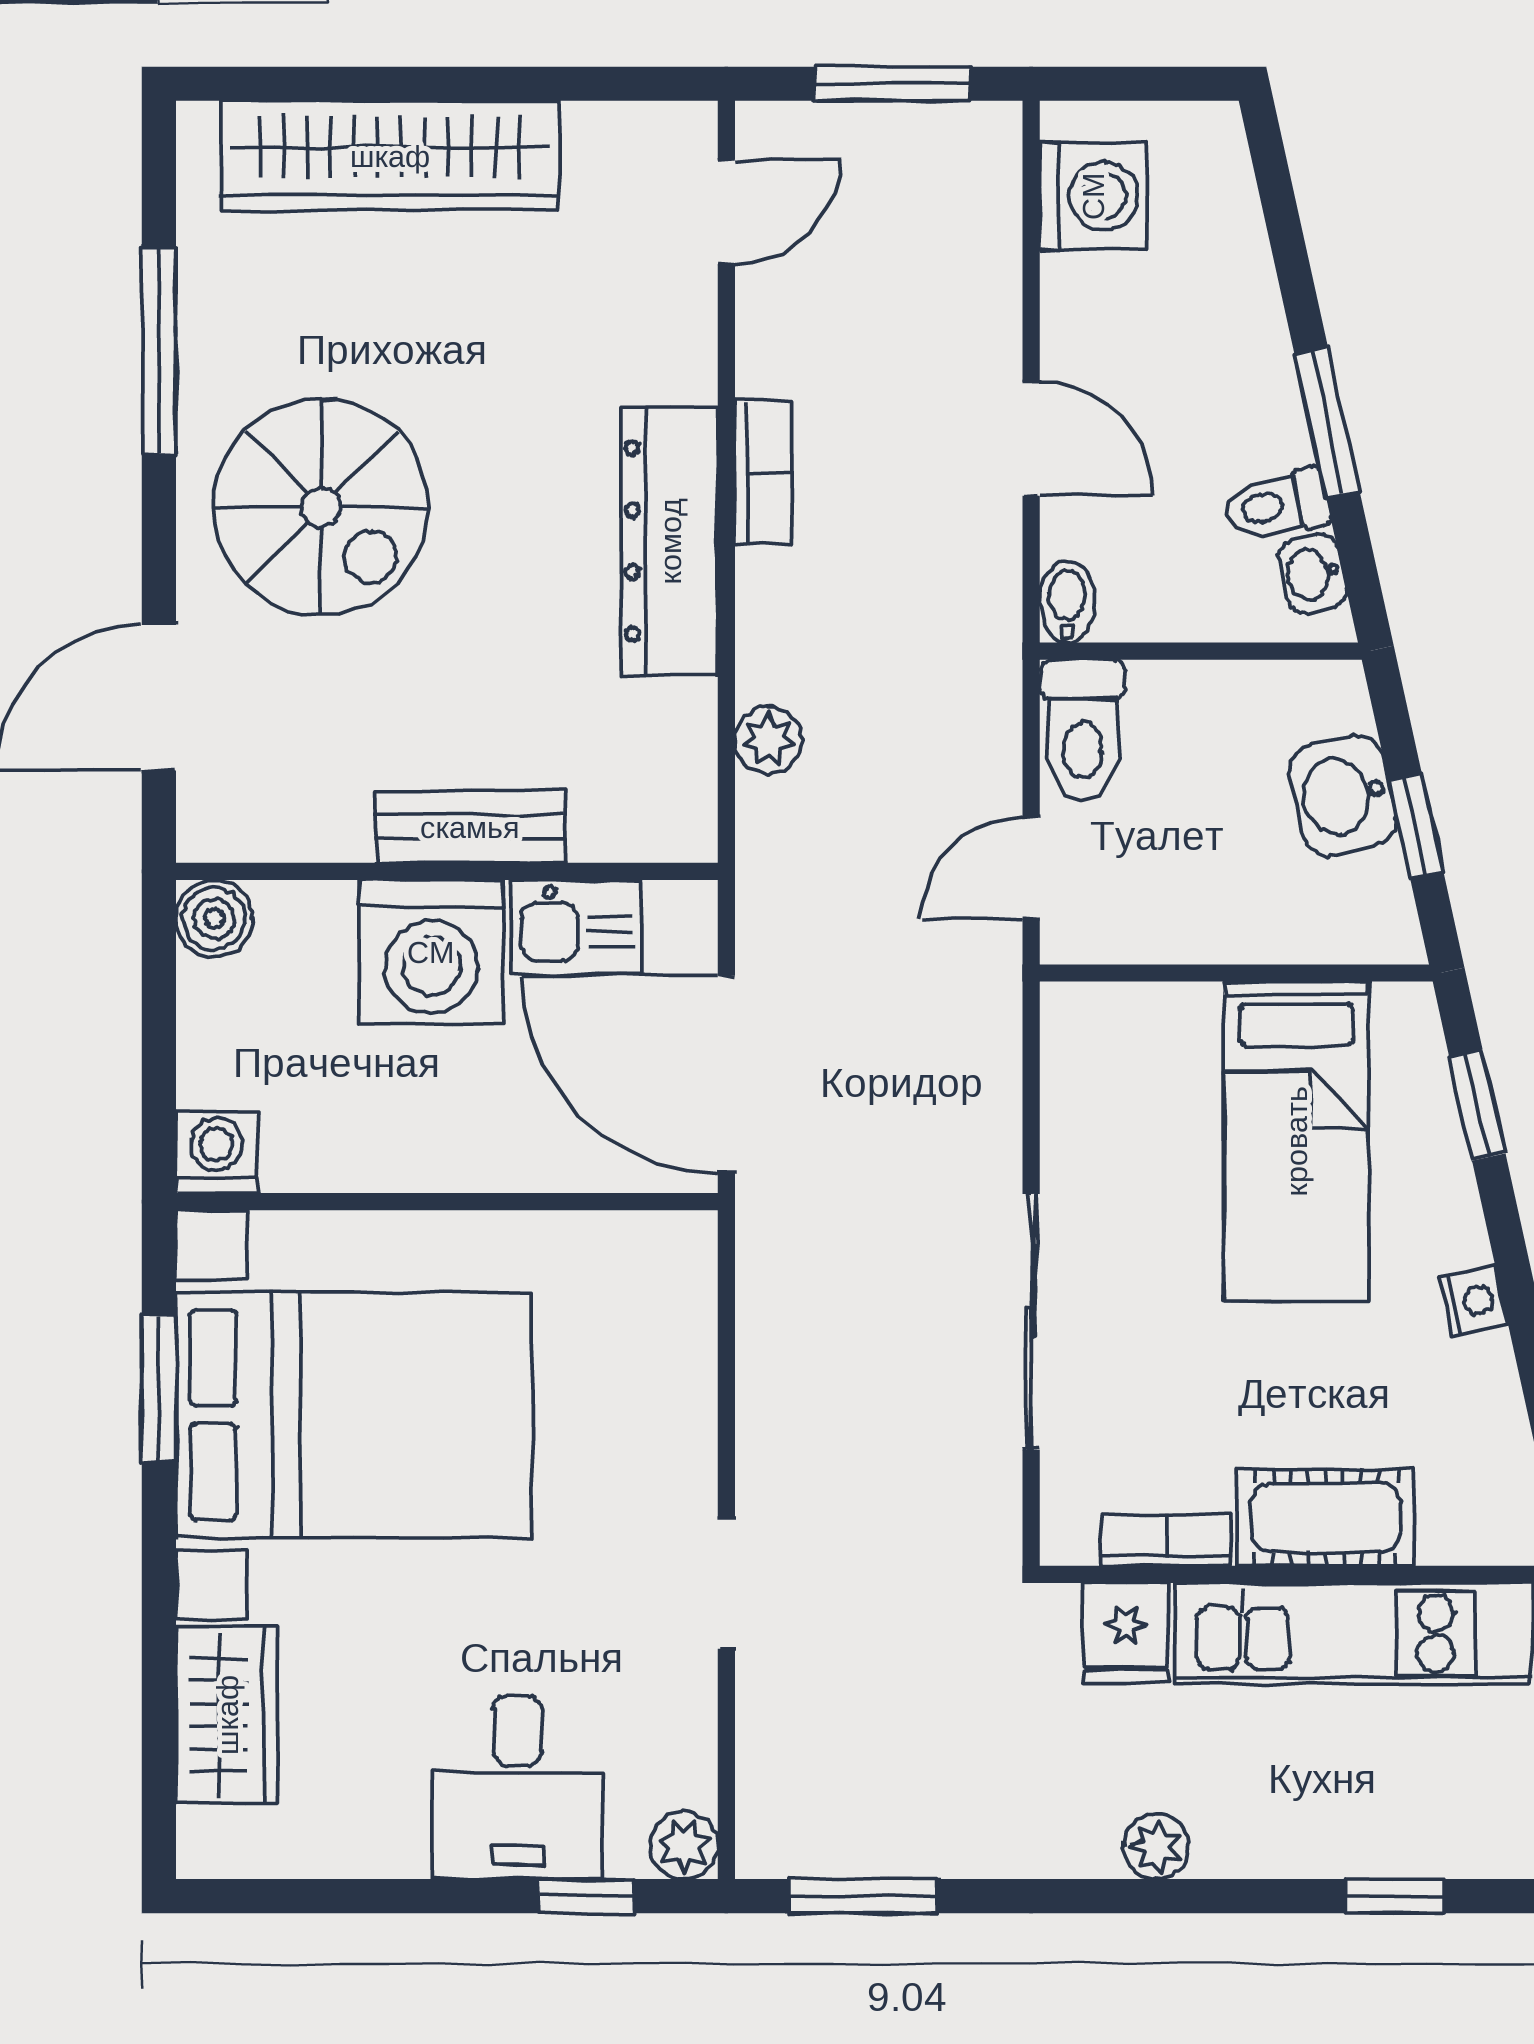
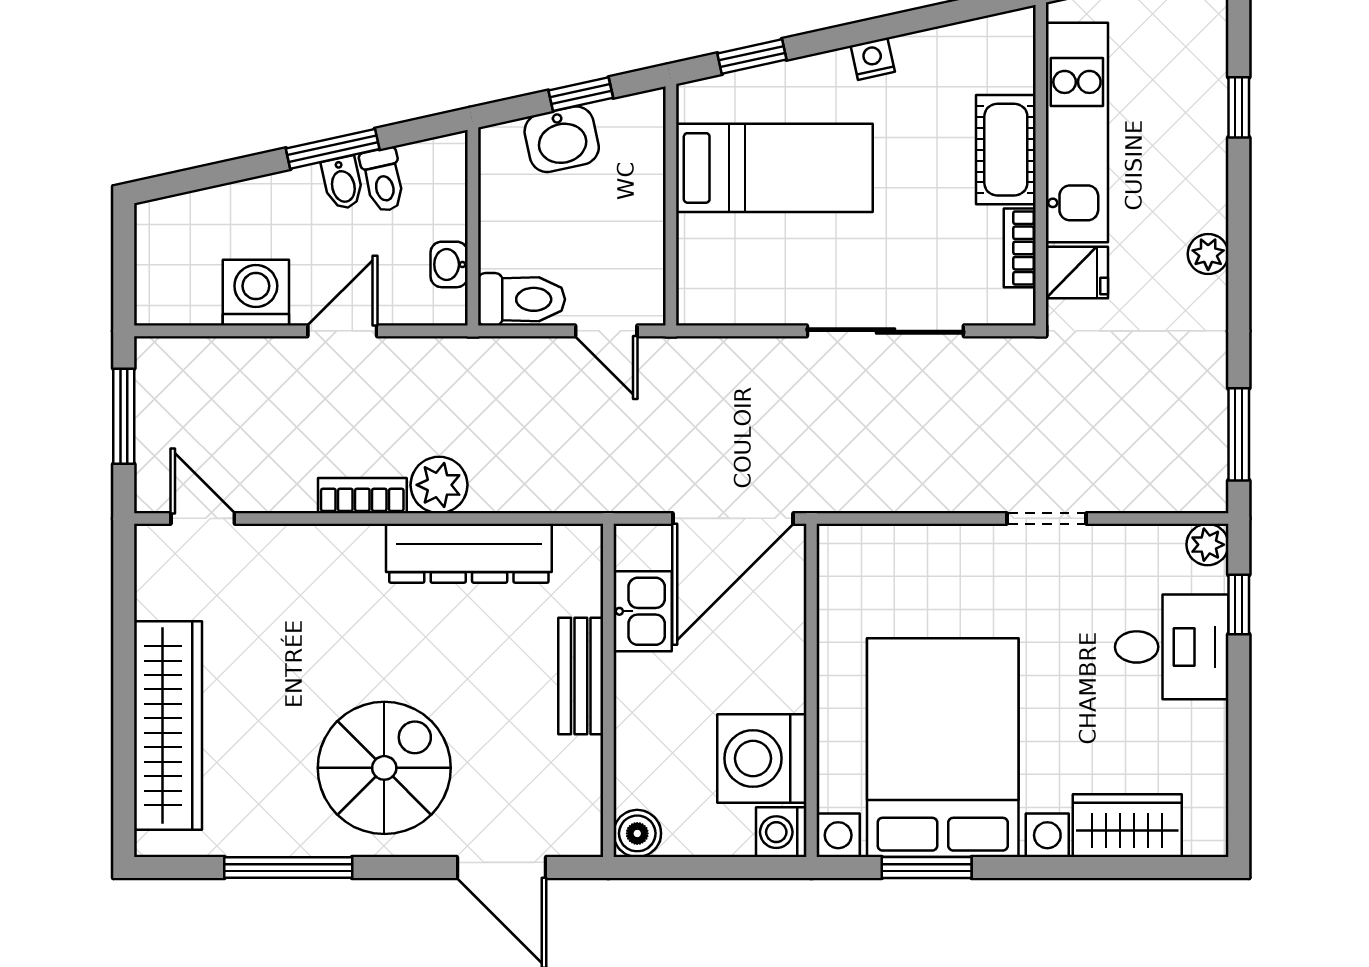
washing machine: (1093, 196) -> (256, 293), moved
dresser: (670, 541) -> (469, 553), moved
washbasin: (1312, 574) -> (449, 264), moved, turned 102
bidet: (1067, 602) -> (343, 183), moved, turned -102
plant: (768, 740) -> (439, 485), moved, width x1.38, depth x1.38
washing machine: (431, 952) -> (762, 758), moved, turned 180

